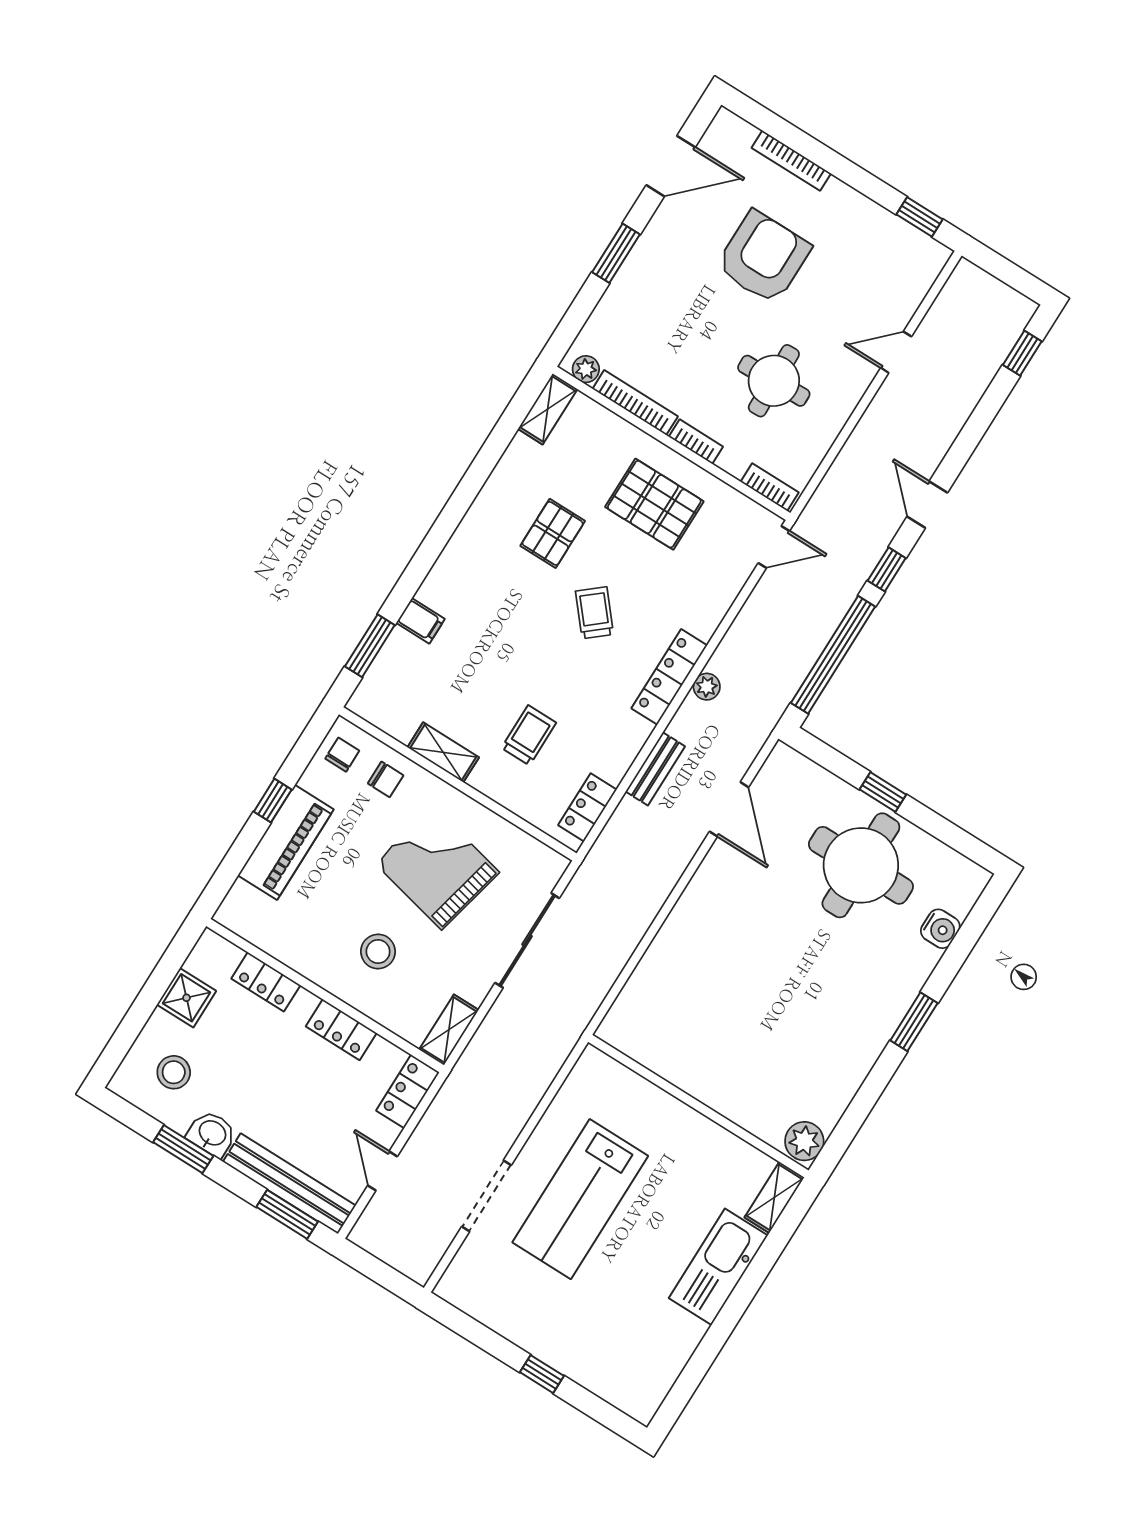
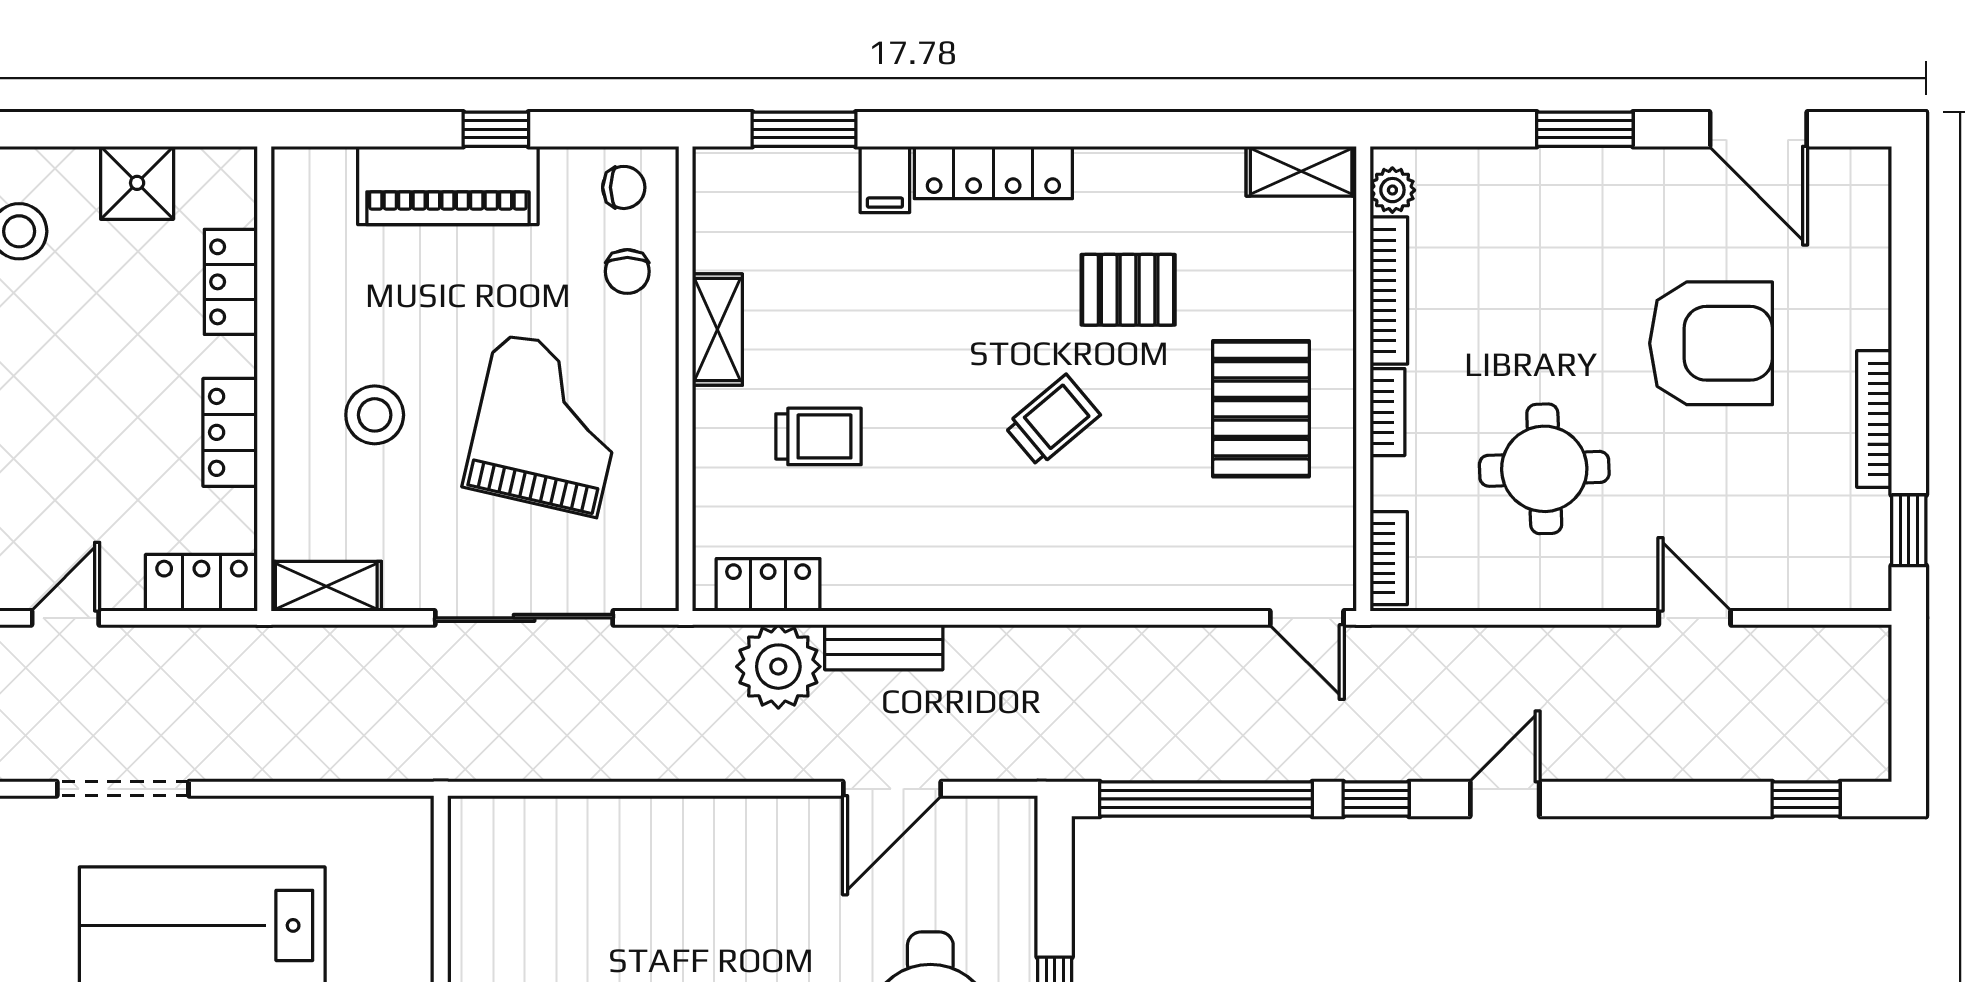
bookcase: (791, 161) -> (1874, 419), moved
locker: (669, 677) -> (993, 173), moved, turned 180
plant: (707, 687) -> (778, 667), moved, width x1.87, depth x1.87

